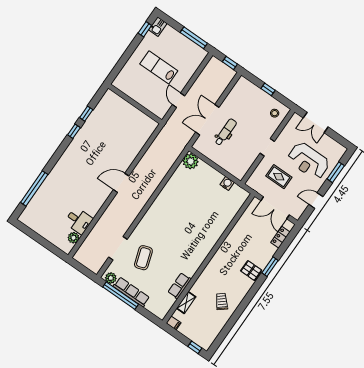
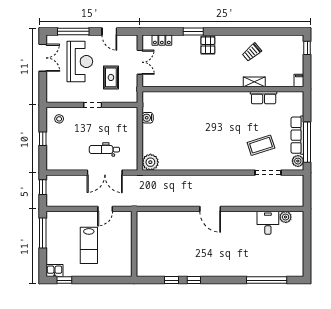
double door: (316, 122) -> (43, 58), moved
window: (336, 172) -> (73, 31), width x1.44
double door: (275, 208) -> (140, 62), width x0.73
shelving: (186, 303) -> (254, 82), moved

